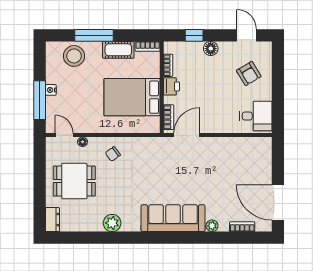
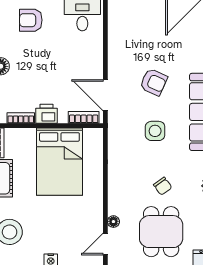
armchair: (249, 74) -> (31, 20), turned -149
chair: (113, 154) -> (163, 186), moved
armchair: (198, 175) -> (154, 82), added
side table: (157, 176) -> (155, 131), added

